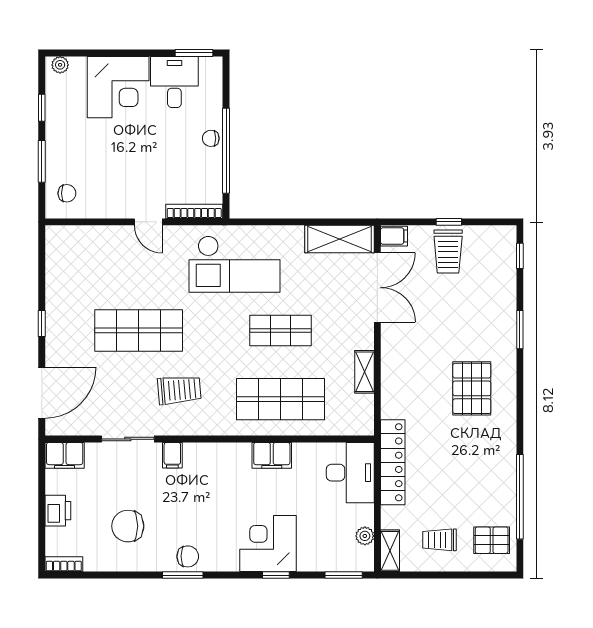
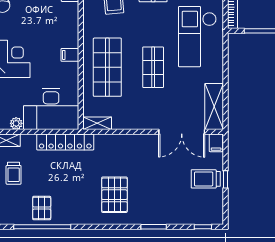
shelving: (364, 372) -> (97, 123), moved
pallet: (472, 388) -> (114, 195), turned 90
filing cabinet: (272, 455) -> (70, 55), width x0.50
desk: (350, 473) -> (51, 109), width x1.36, depth x1.30
trolley: (440, 540) -> (14, 173), turned 180
pallet: (492, 540) -> (42, 208), moved

